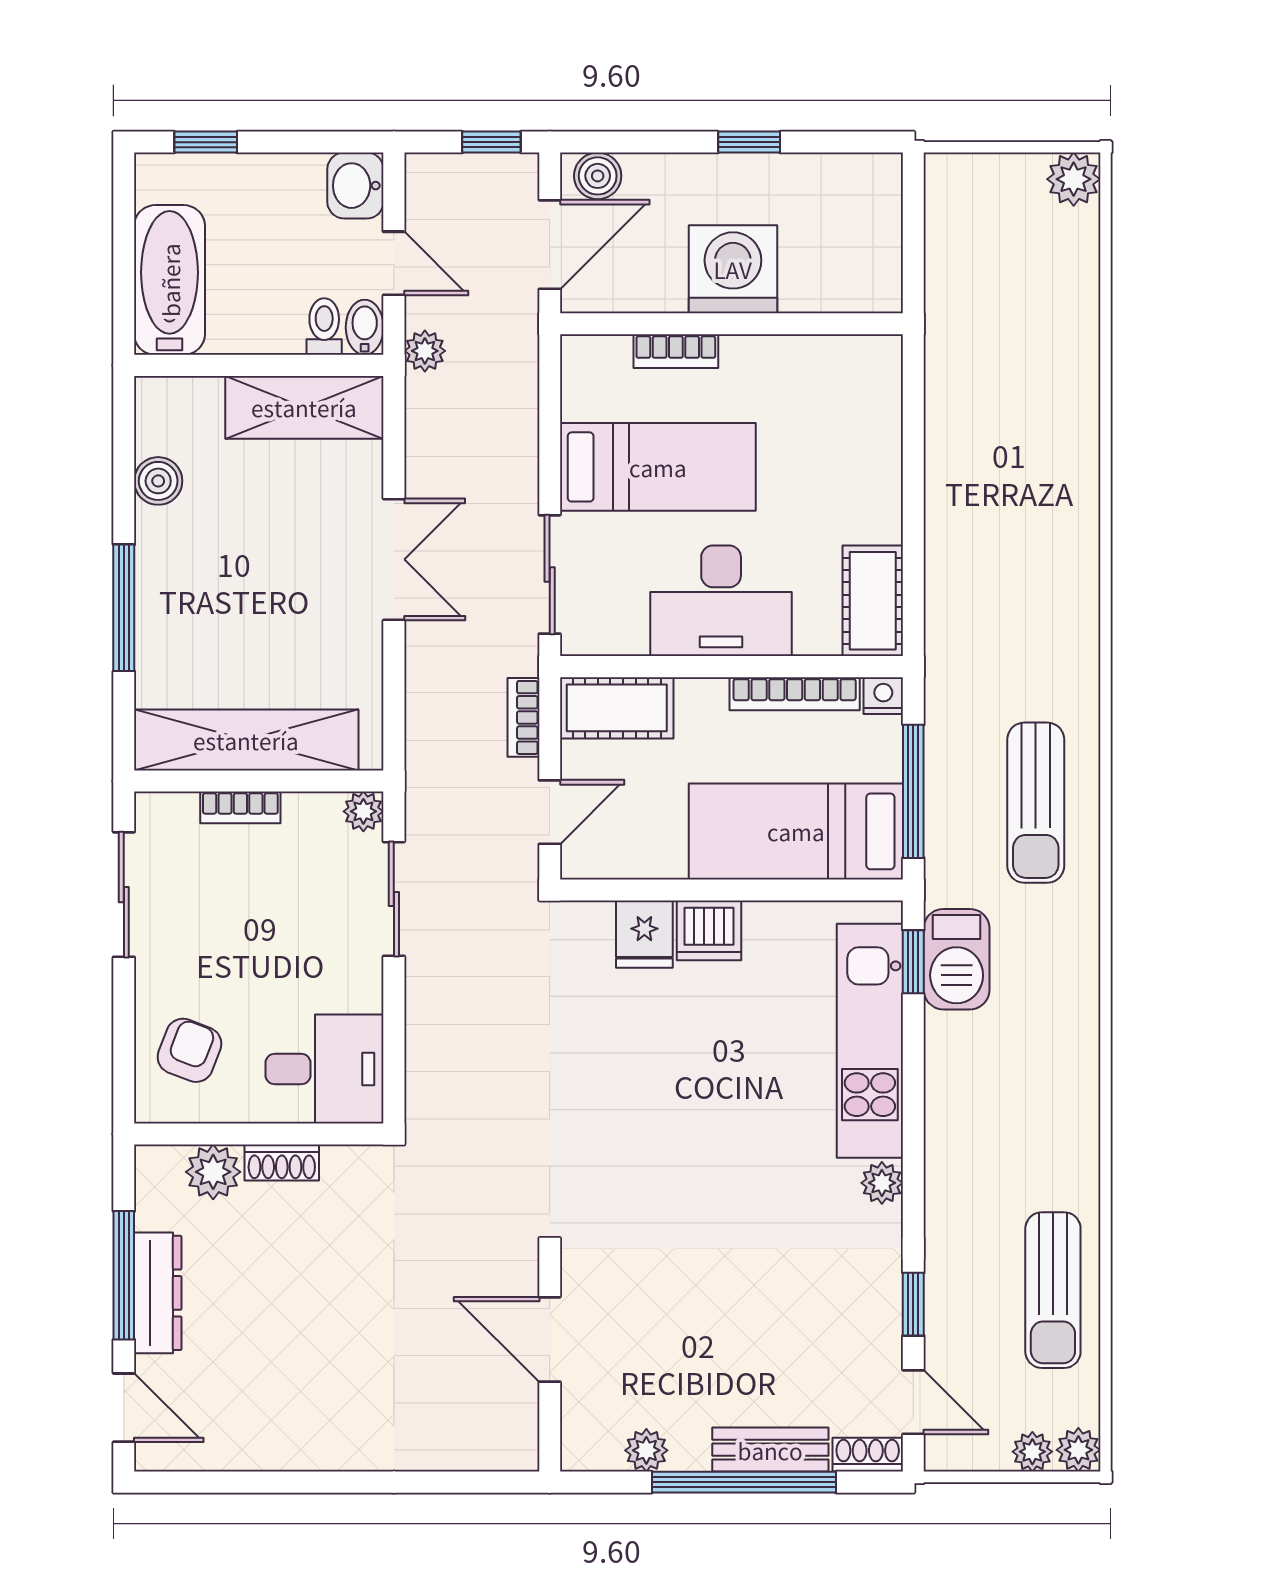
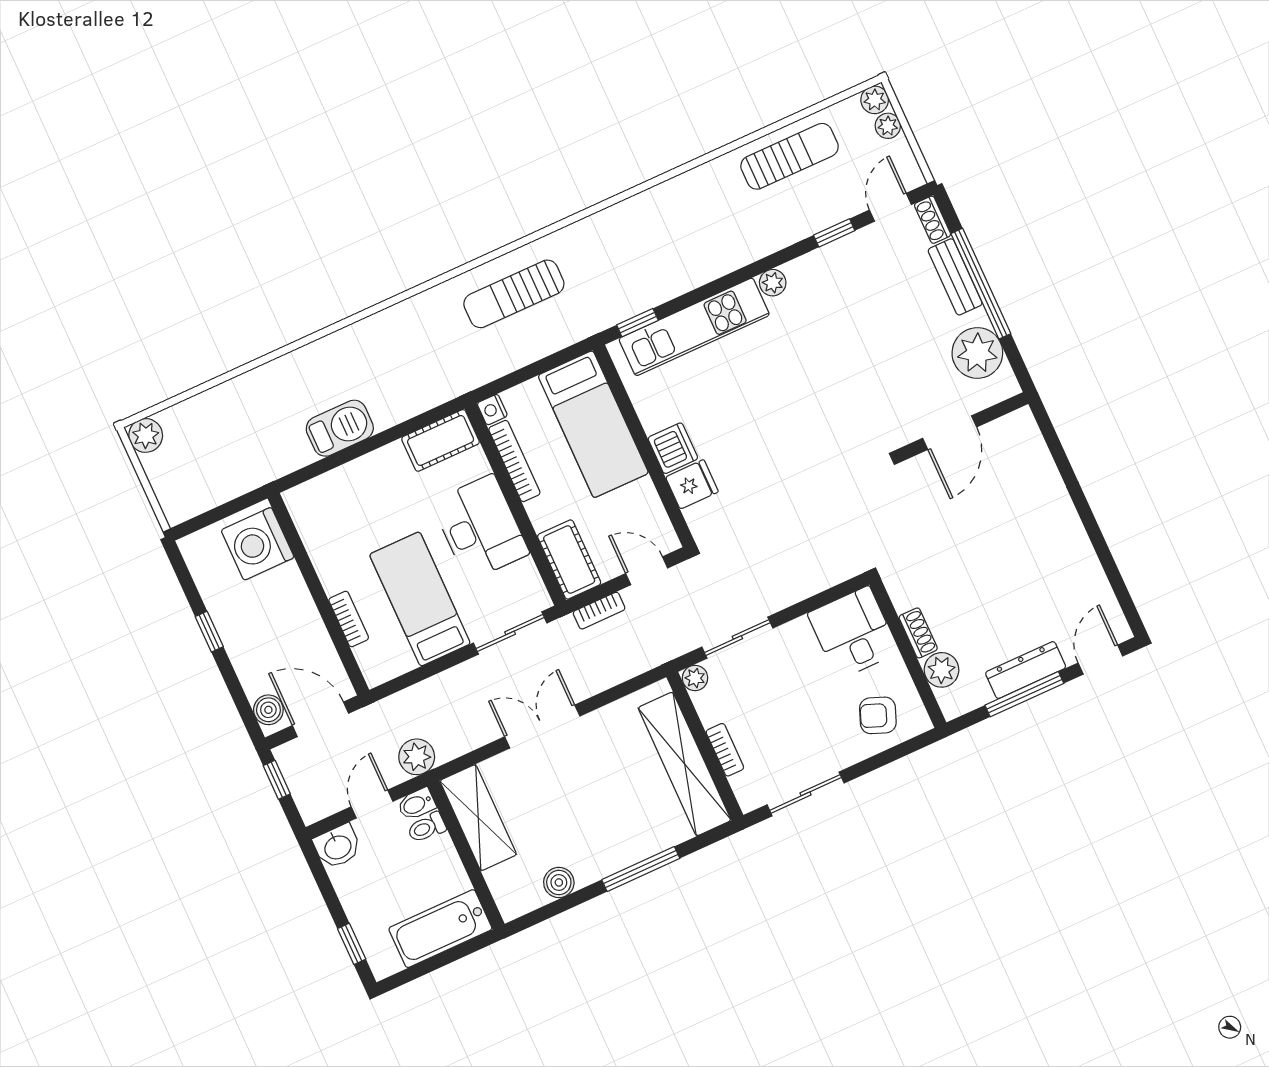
washing machine: (733, 269) -> (258, 544), moved
plant: (425, 351) -> (417, 757), width x1.38, depth x1.38
window: (913, 791) -> (539, 367), removed
sun lounger: (1036, 803) -> (514, 294), turned 180
barbecue: (957, 959) -> (340, 428), moved
plant: (646, 1450) -> (977, 353), width x1.87, depth x1.87

